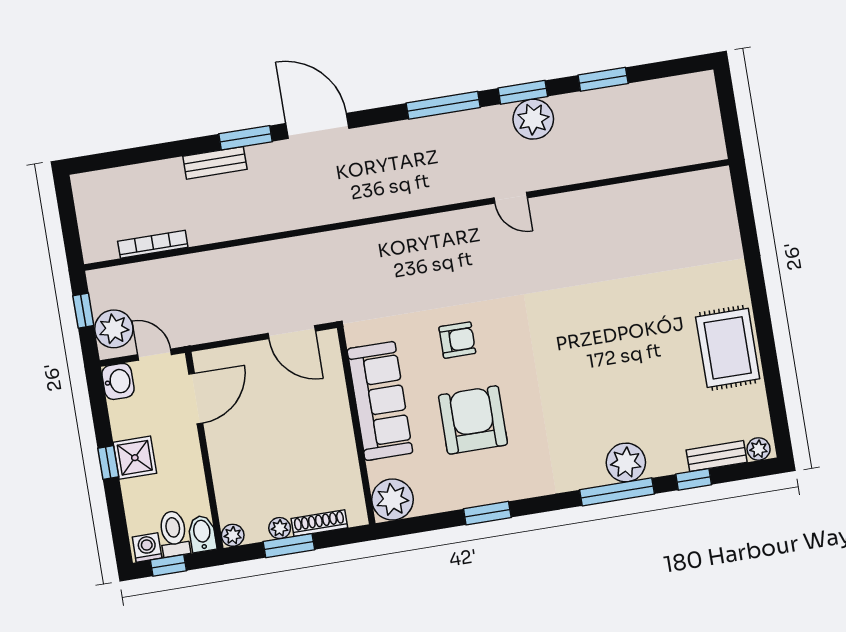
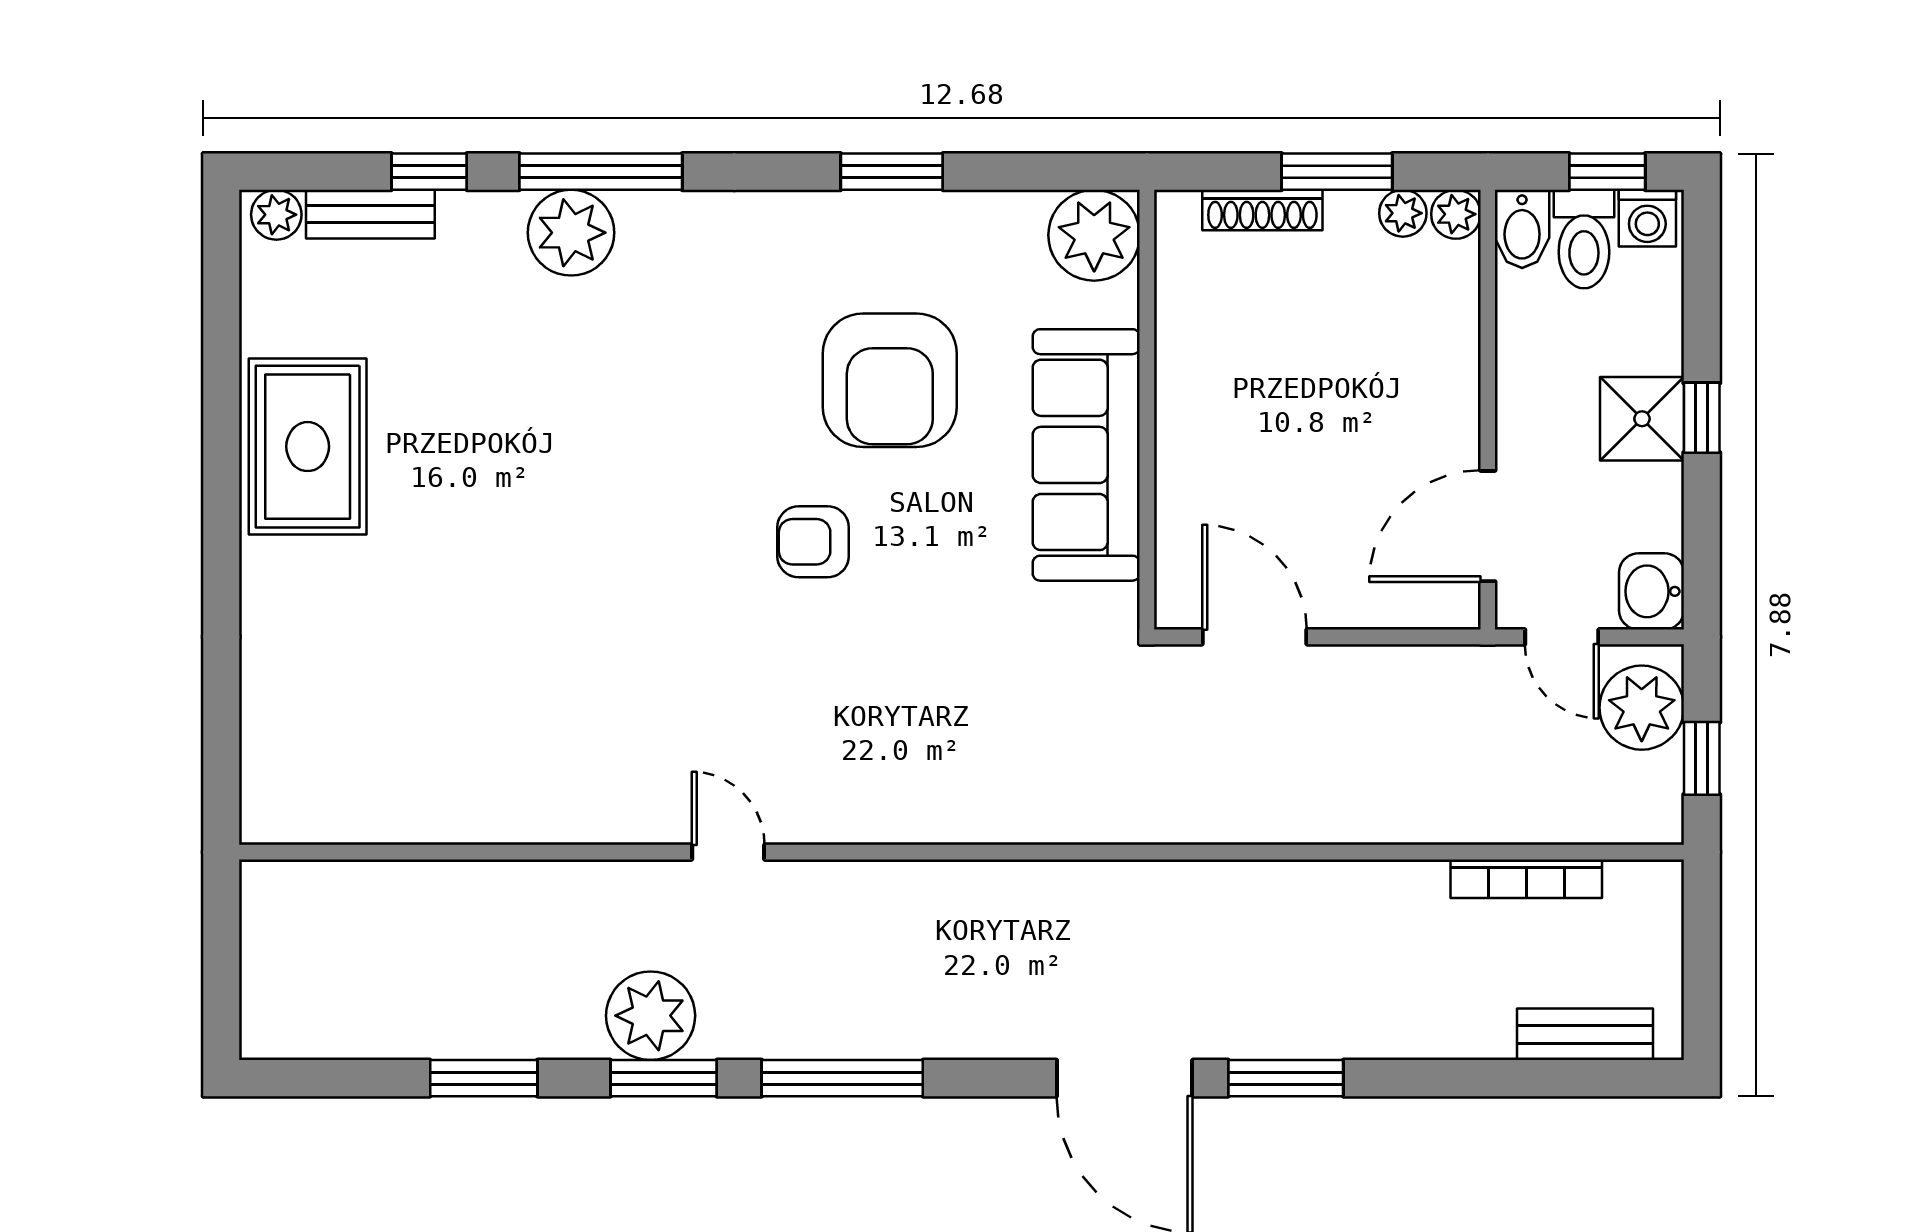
bench: (215, 163) -> (1585, 1034), moved
armchair: (457, 340) -> (813, 542), moved
plant: (280, 528) -> (1403, 213), moved

